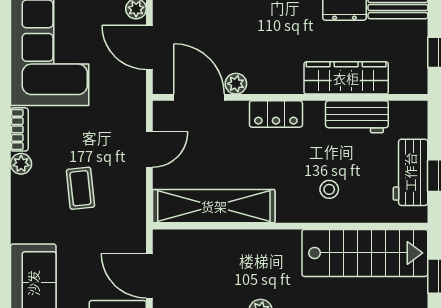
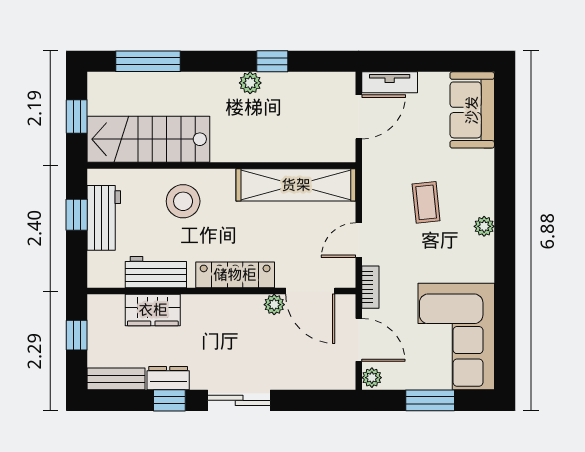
wardrobe: (346, 78) -> (153, 310), width x0.67
locker: (276, 114) -> (235, 275), width x1.53
bookcase: (19, 129) -> (370, 287), moved, turned 180
stool: (329, 189) -> (183, 201), width x1.89, depth x1.89
door: (149, 276) -> (359, 117), hinge flipped

